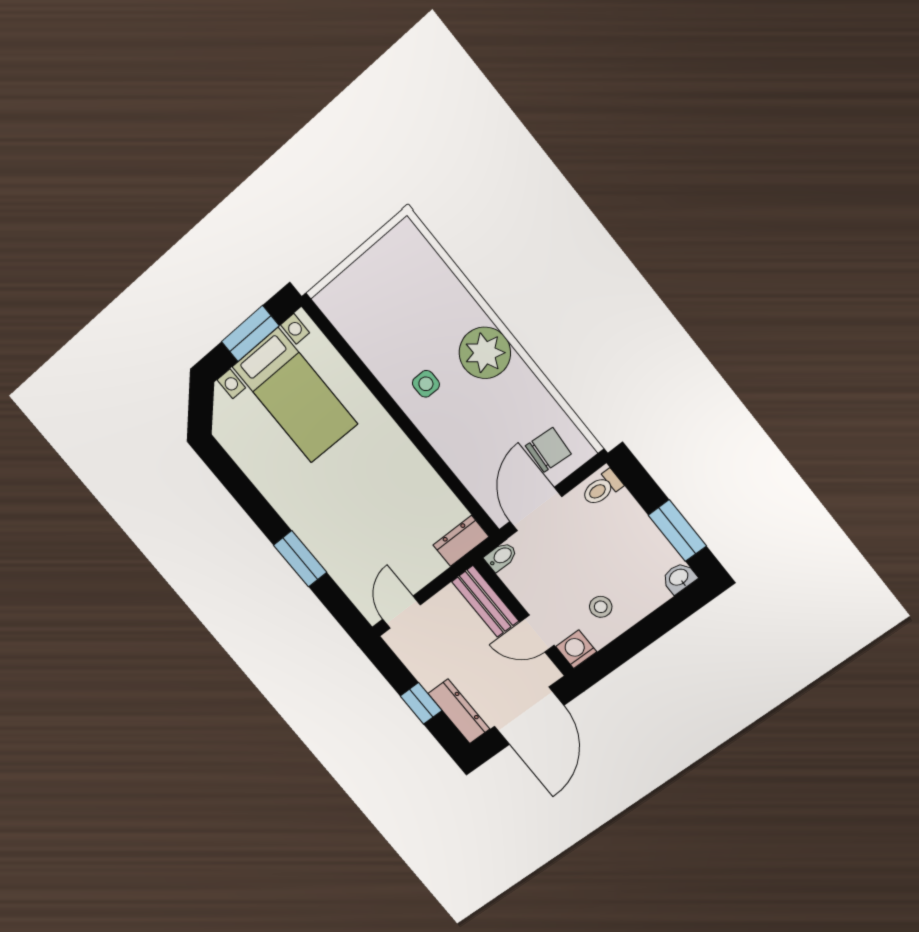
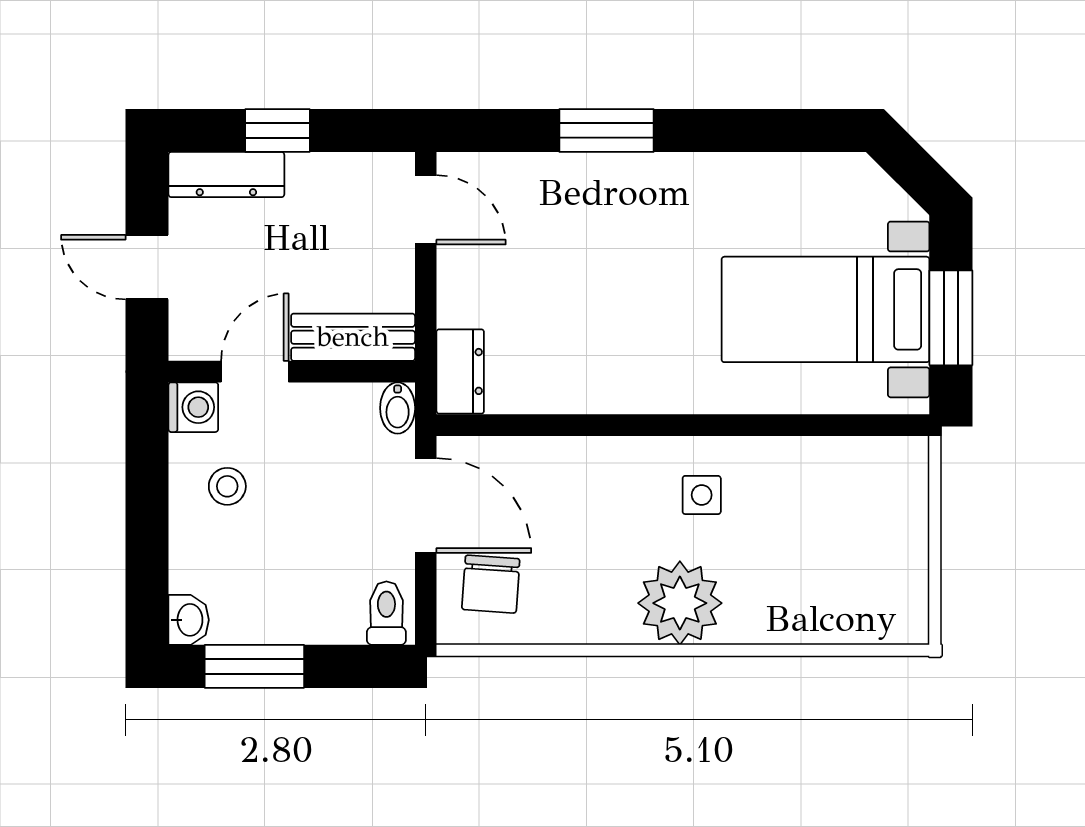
door: (529, 716) -> (147, 267), width x0.53

